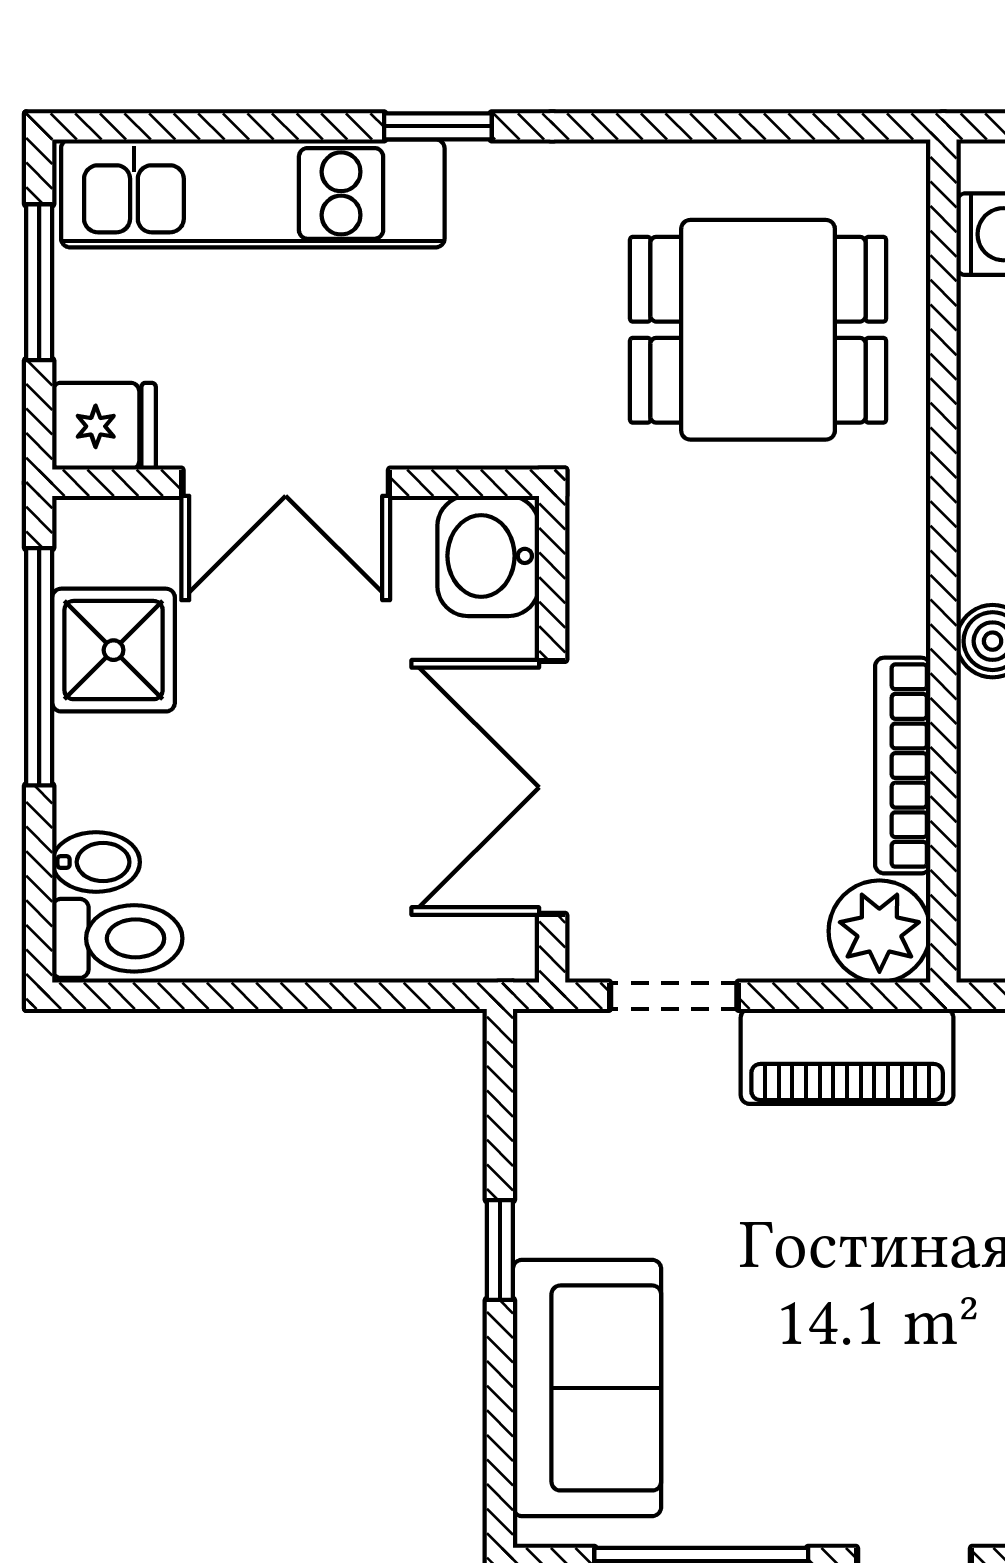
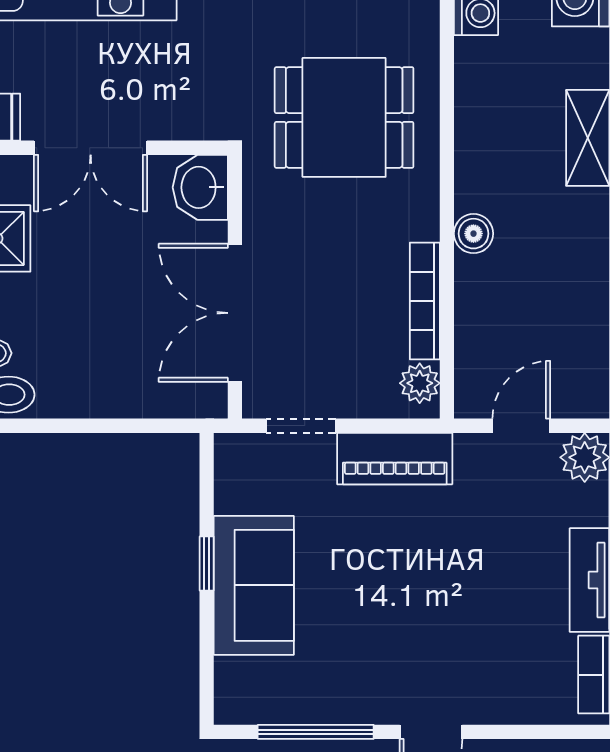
dining table: (758, 330) -> (344, 117), moved
plant: (879, 931) -> (420, 383), width x0.73, depth x0.73
sofa: (587, 1388) -> (254, 585), moved

